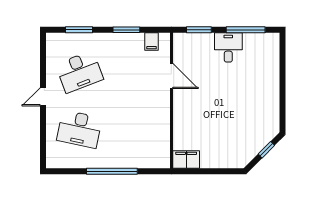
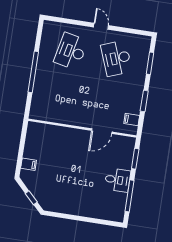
filing cabinet: (186, 159) -> (29, 164), moved, width x0.50

